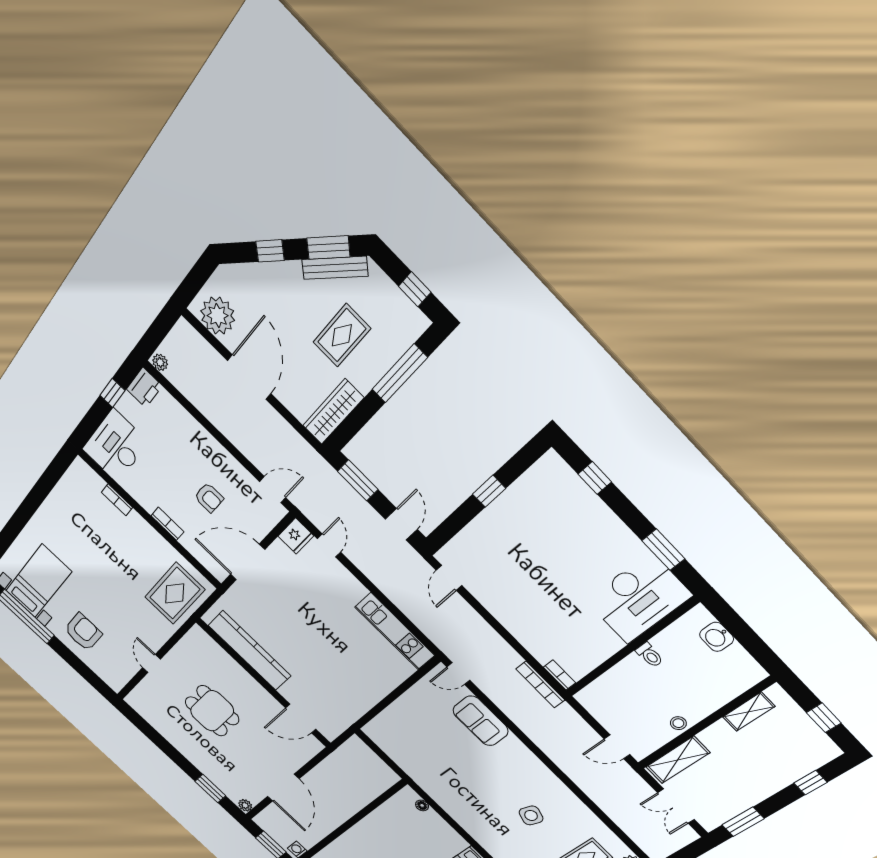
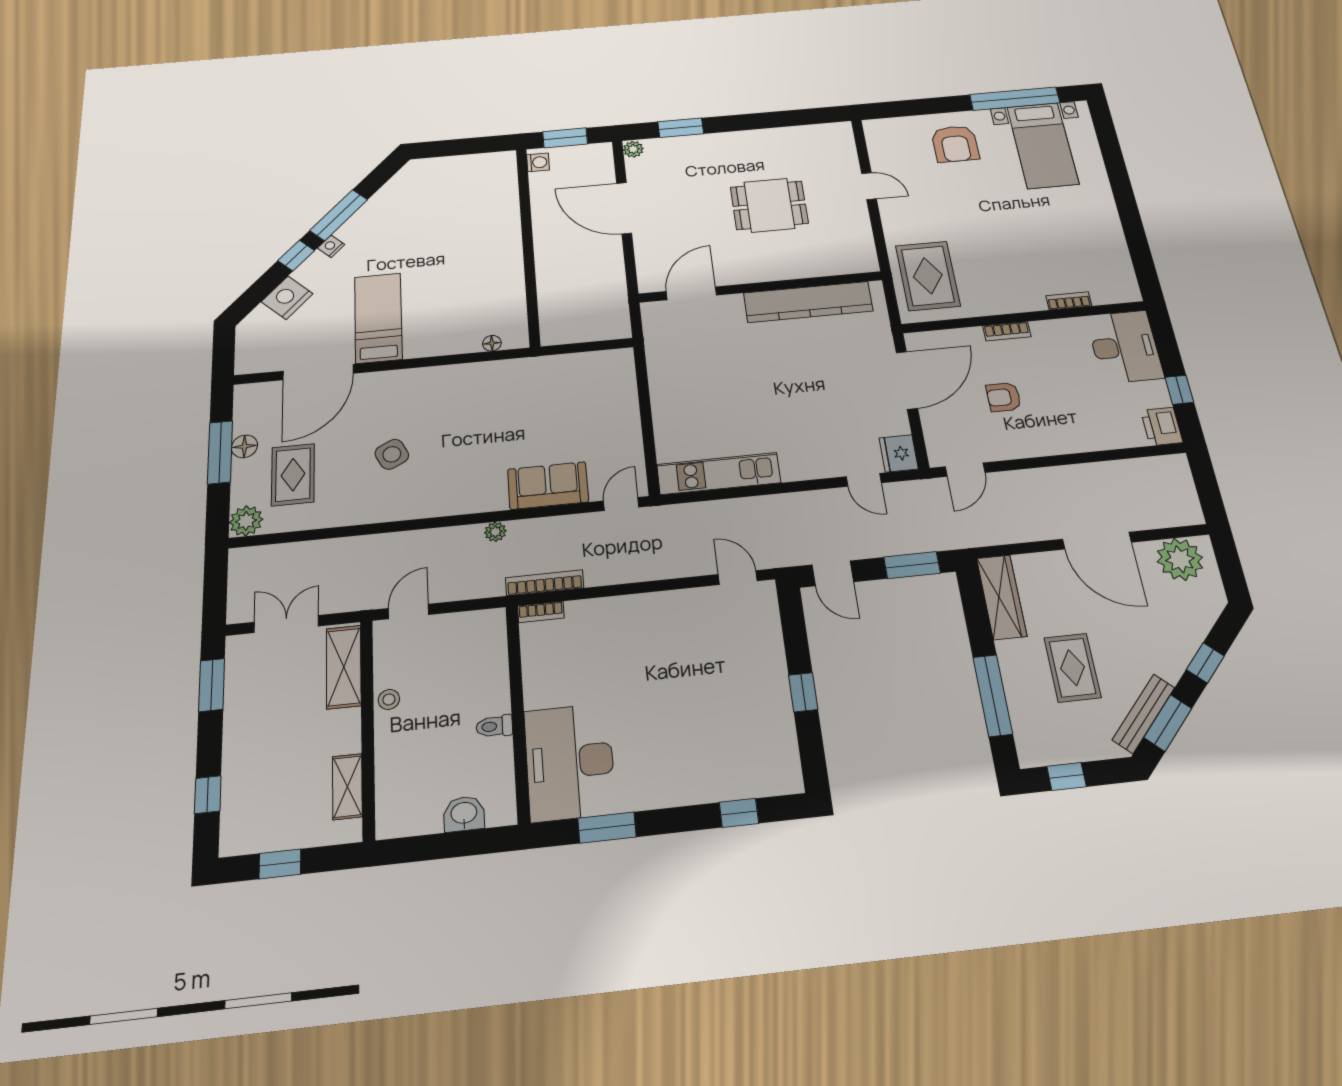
plant: (160, 362) -> (495, 532), moved
side table: (531, 815) -> (392, 454), turned 45

